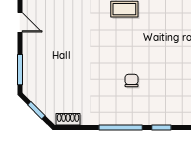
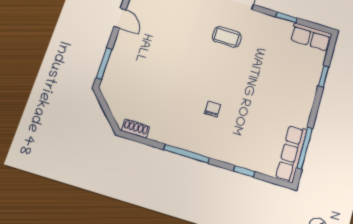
window: (36, 110) -> (106, 110), removed
window: (161, 127) -> (244, 171), moved

